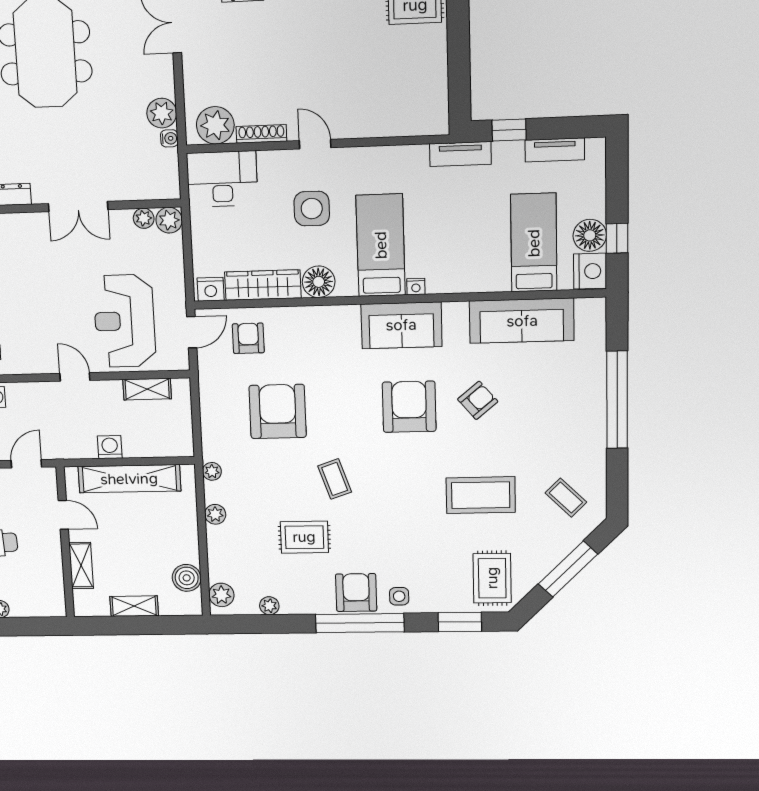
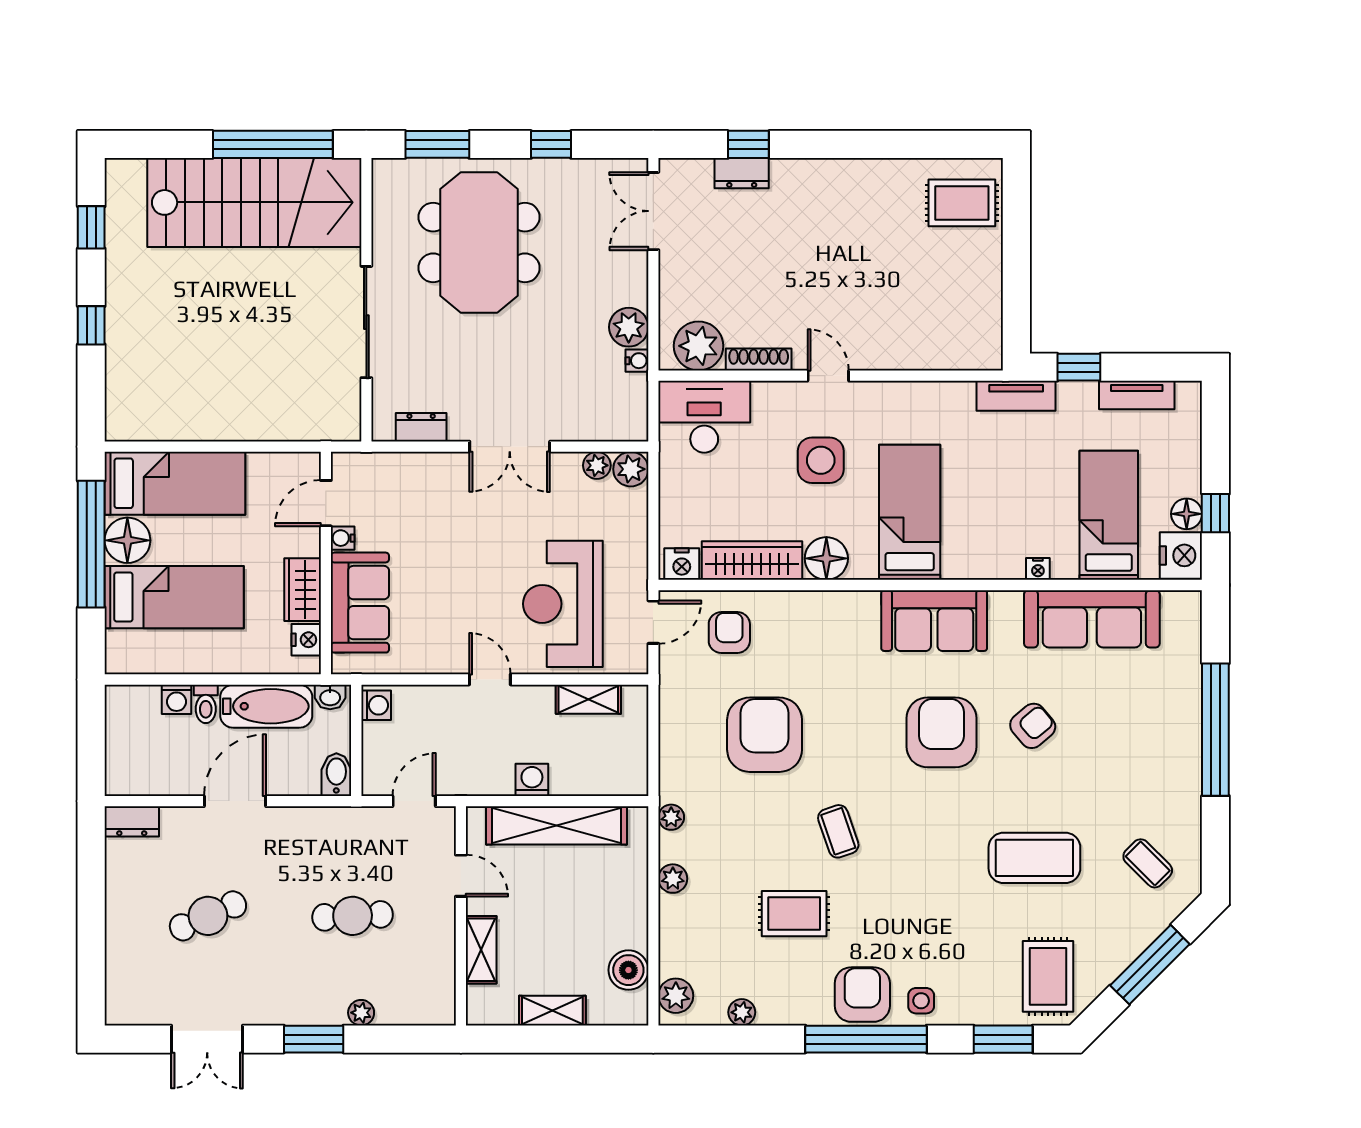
floor lamp: (590, 235) -> (1187, 514), width x0.73, depth x0.73
nightstand: (416, 287) -> (1038, 569), moved

